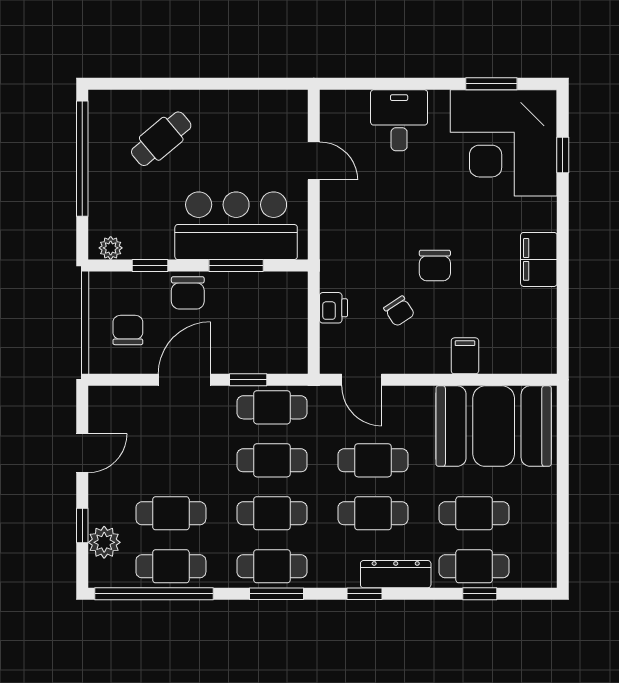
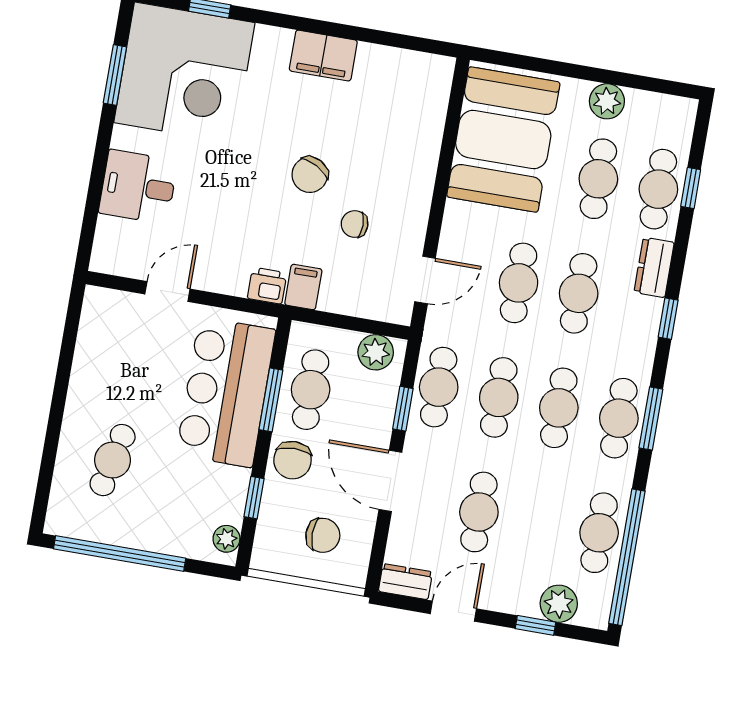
cafe table: (161, 139) -> (113, 460), turned 53
chair: (435, 265) -> (310, 175), turned 119
chair: (188, 293) -> (293, 460), turned 90
cafe table: (251, 298) -> (311, 390), added
printer: (333, 308) -> (267, 286), moved
chair: (399, 311) -> (355, 224), turned -147
chair: (128, 330) -> (323, 535), turned 180
plant: (292, 348) -> (376, 352), added
filing cabinet: (465, 356) -> (303, 287), moved, turned 90
dresser: (100, 408) -> (405, 582), added
door: (82, 453) -> (453, 611), hinge flipped
plant: (542, 509) -> (607, 101), added
cafe table: (171, 513) -> (479, 512), moved
dresser: (396, 574) -> (654, 267), width x0.70

